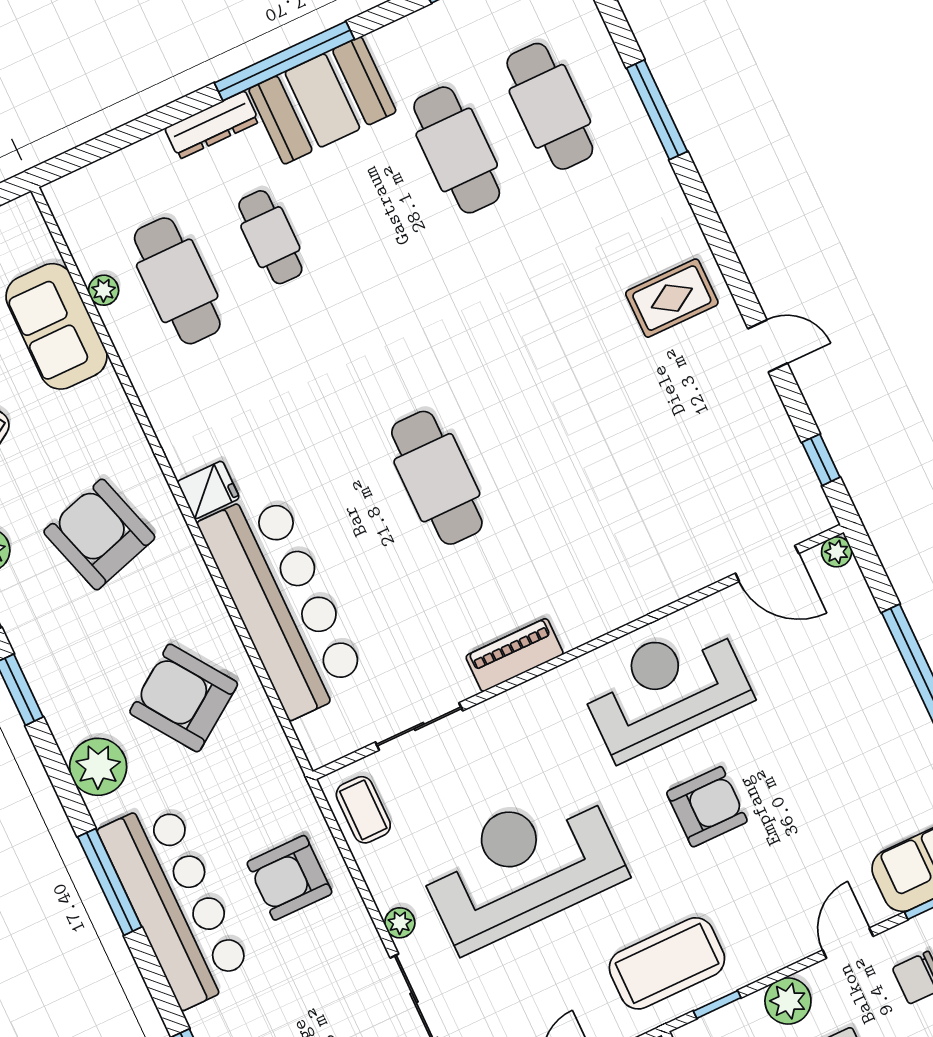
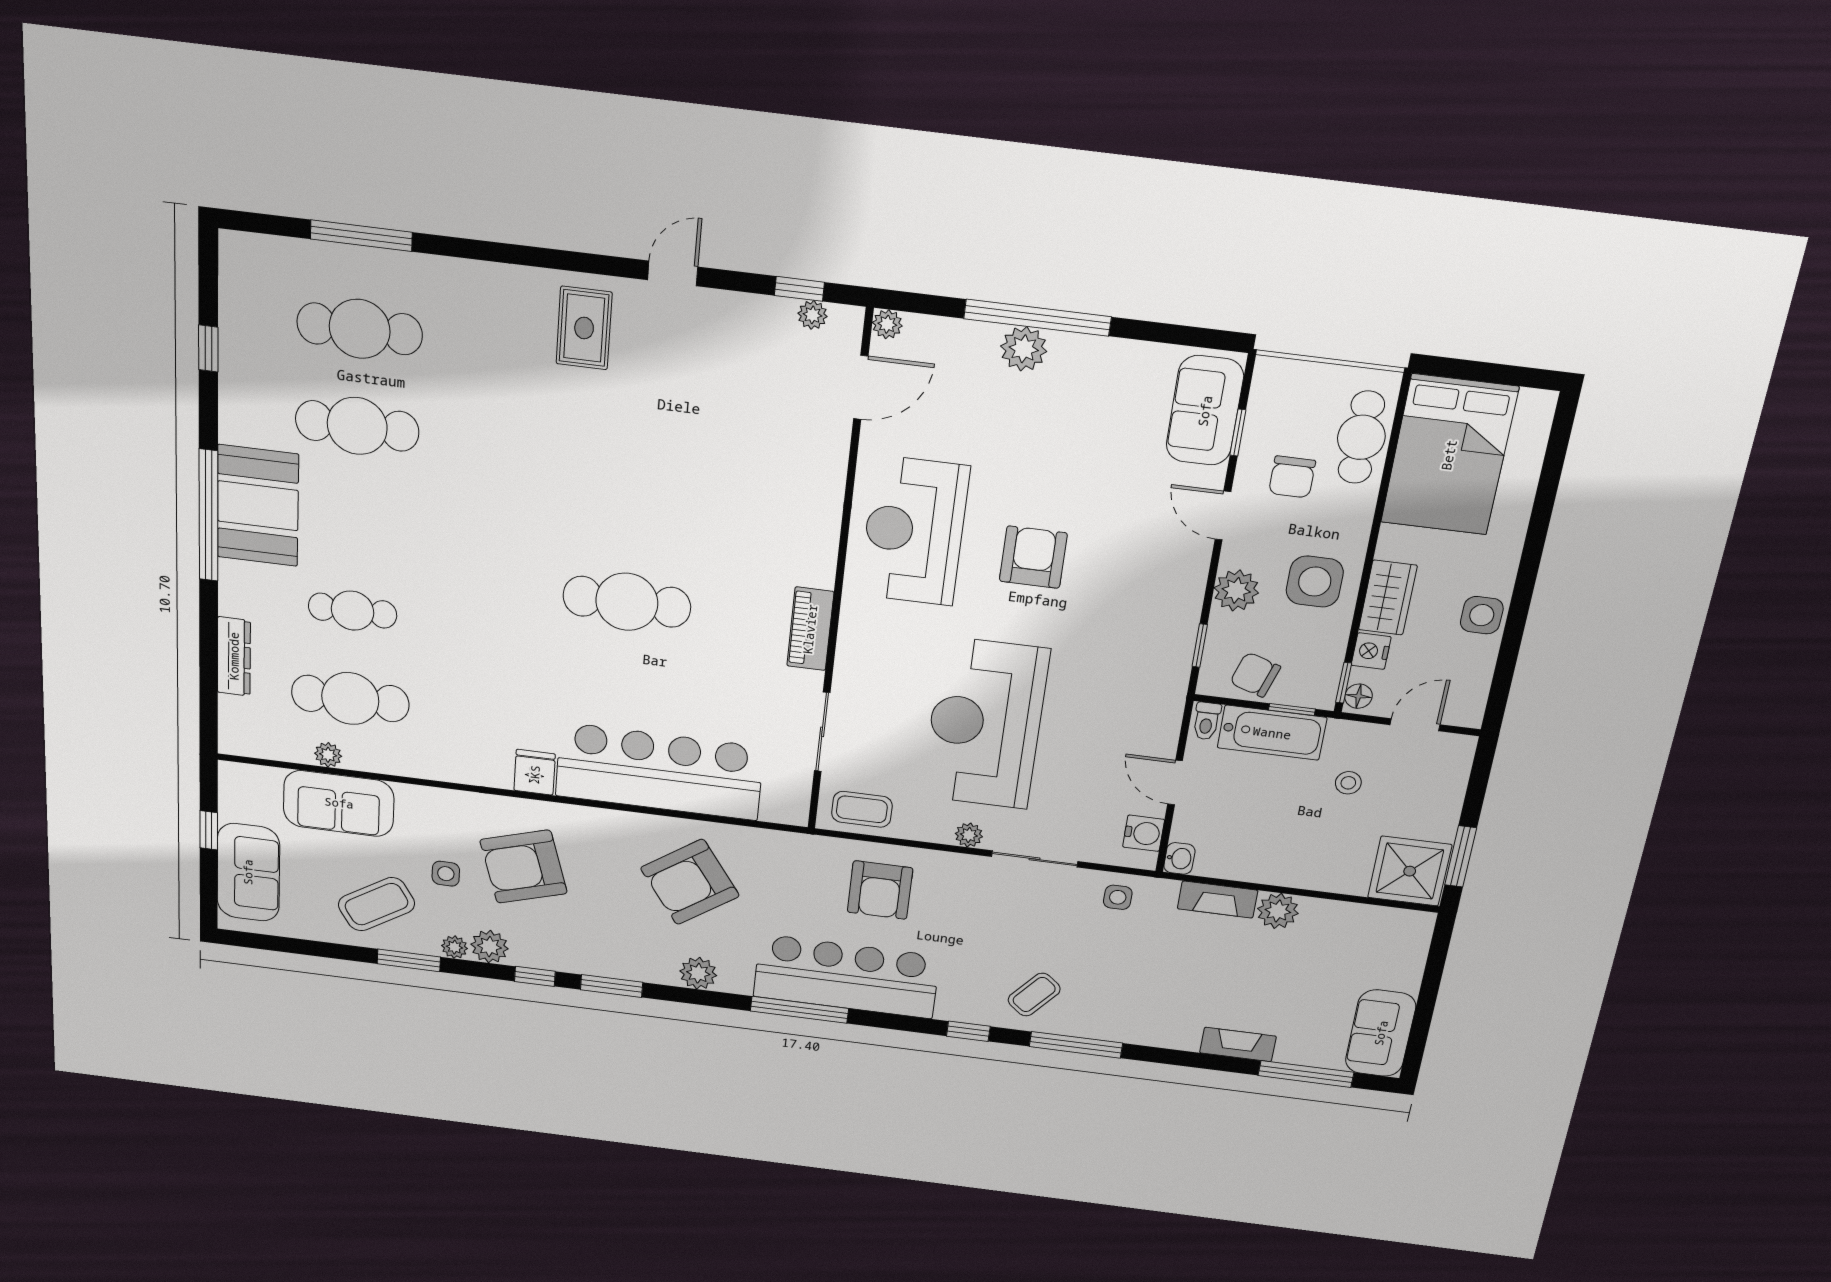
window: (657, 110) -> (361, 236), moved
dresser: (212, 125) -> (234, 656), moved
side table: (44, 466) -> (446, 874), added
plant: (805, 484) -> (812, 315), added
plant: (887, 679) -> (1024, 349), added
plant: (98, 767) -> (698, 973), width x0.73, depth x0.73
coffee table: (667, 963) -> (1139, 663), removed

